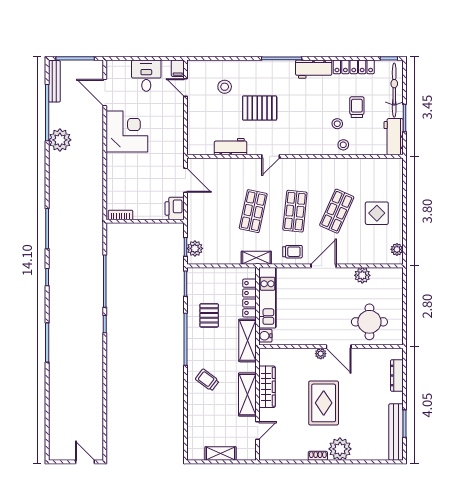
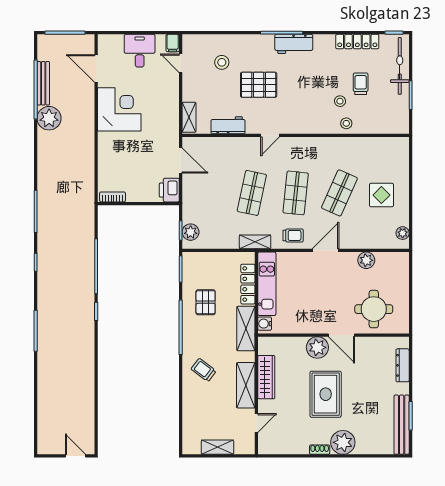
workbench: (314, 69) -> (294, 44), moved
bench: (54, 81) -> (43, 83), moved
workbench: (394, 137) -> (399, 115), removed
shelving: (193, 139) -> (189, 117), added
plant: (321, 354) -> (317, 347), width x1.88, depth x1.88

